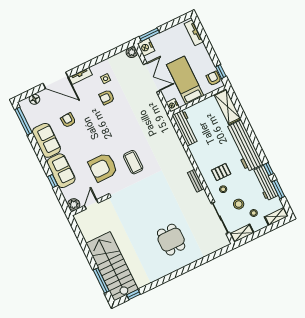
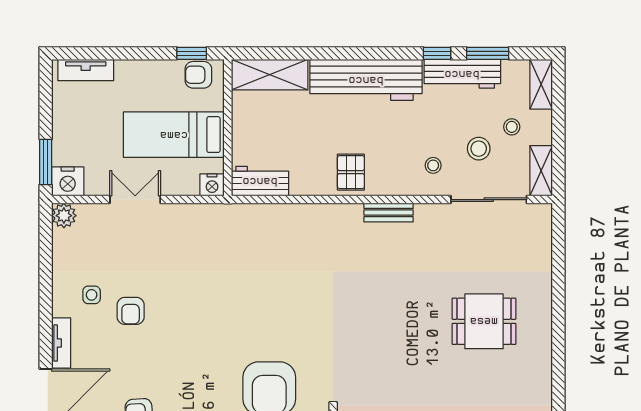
double door: (152, 77) -> (135, 200), width x0.73
workbench: (185, 128) -> (260, 181), width x0.73
coffee table: (133, 162) -> (289, 321), removed
pallet: (221, 172) -> (351, 172), moved

